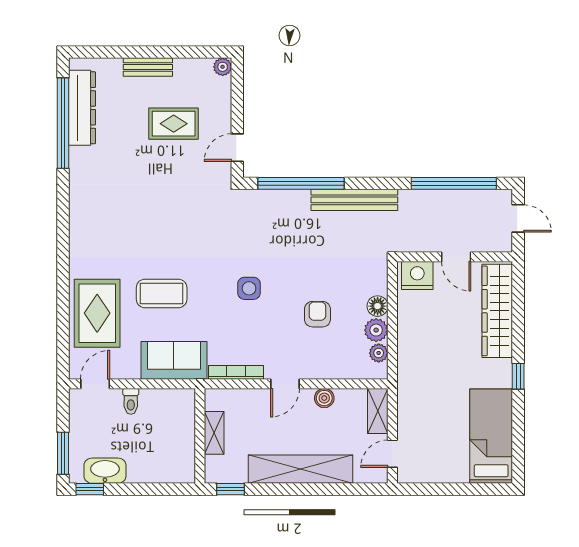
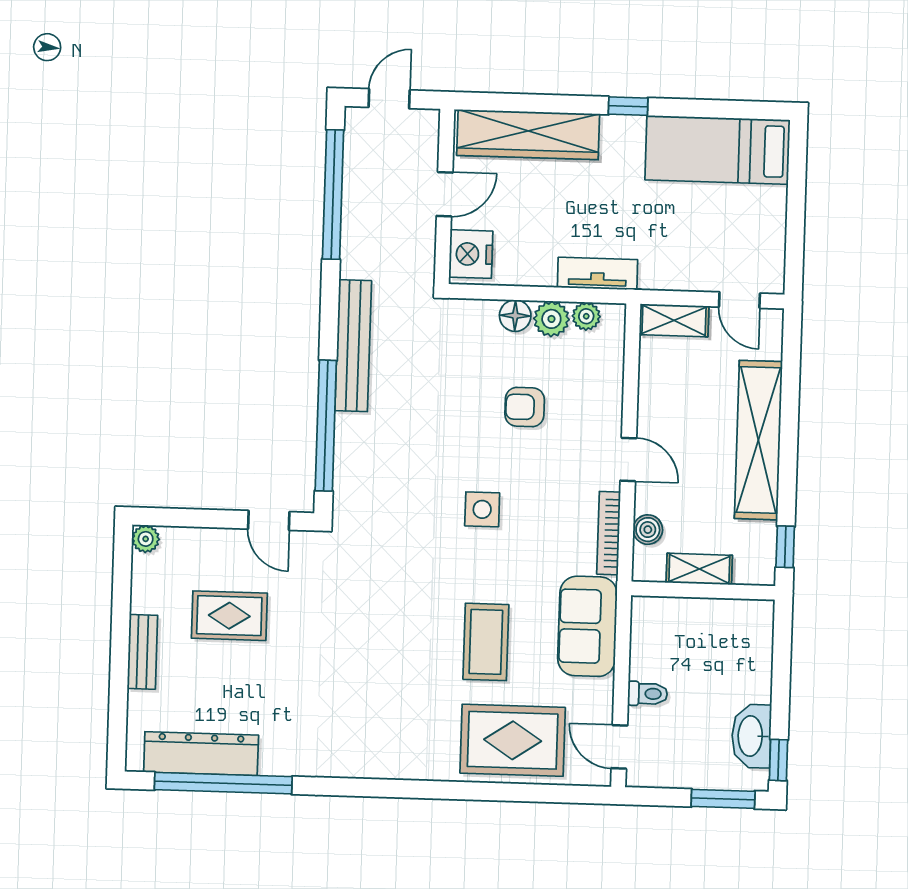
rug: (174, 124) -> (229, 616), turned 90
tv unit: (407, 360) -> (598, 274), added
boiler: (324, 398) -> (648, 530), moved

